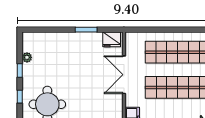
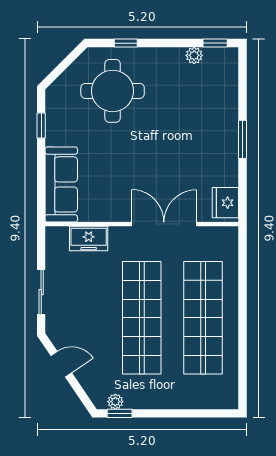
window: (86, 30) -> (242, 139), moved
window: (20, 71) -> (215, 43), moved

